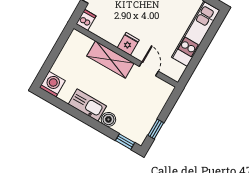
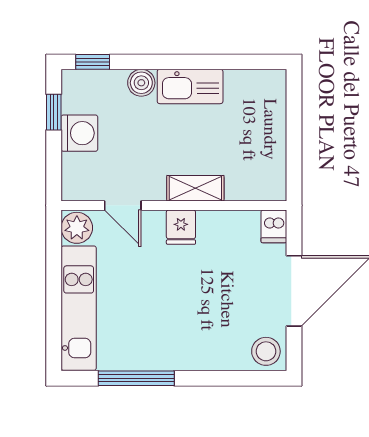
shelving: (110, 60) -> (195, 188), width x0.67, depth x0.75
plant: (175, 71) -> (77, 228), added
washing machine: (52, 84) -> (79, 133), moved, turned -90

